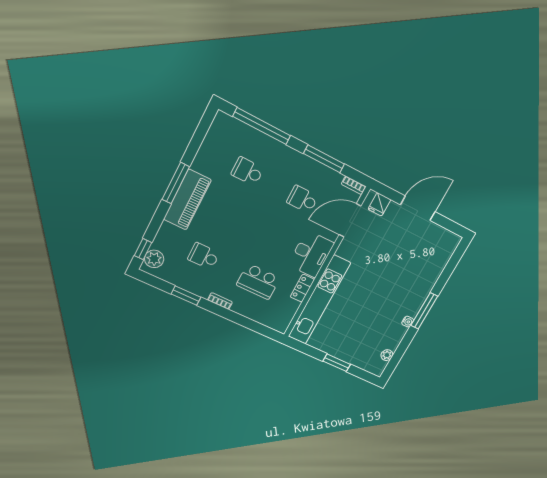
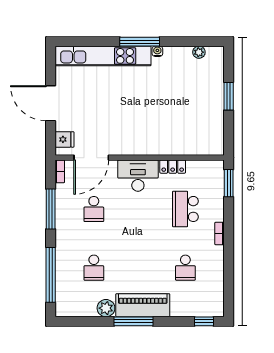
door: (350, 220) -> (91, 158), hinge flipped
plant: (154, 259) -> (106, 308), moved
school desk: (258, 281) -> (185, 209), turned 180
window: (186, 296) -> (229, 183), moved
kitchen unit: (319, 300) -> (103, 56), moved, turned 180

